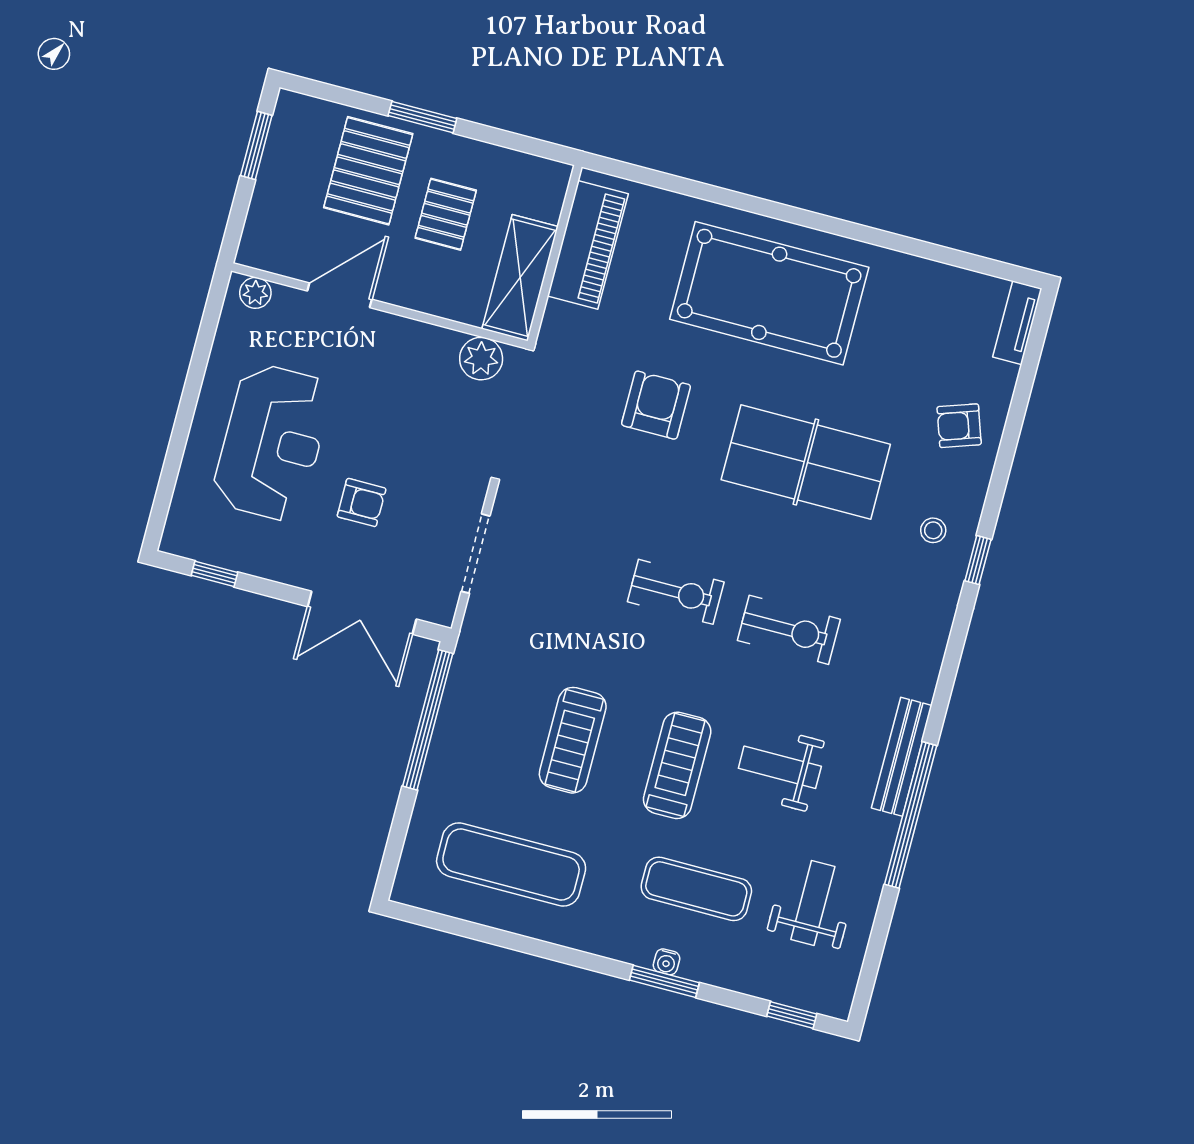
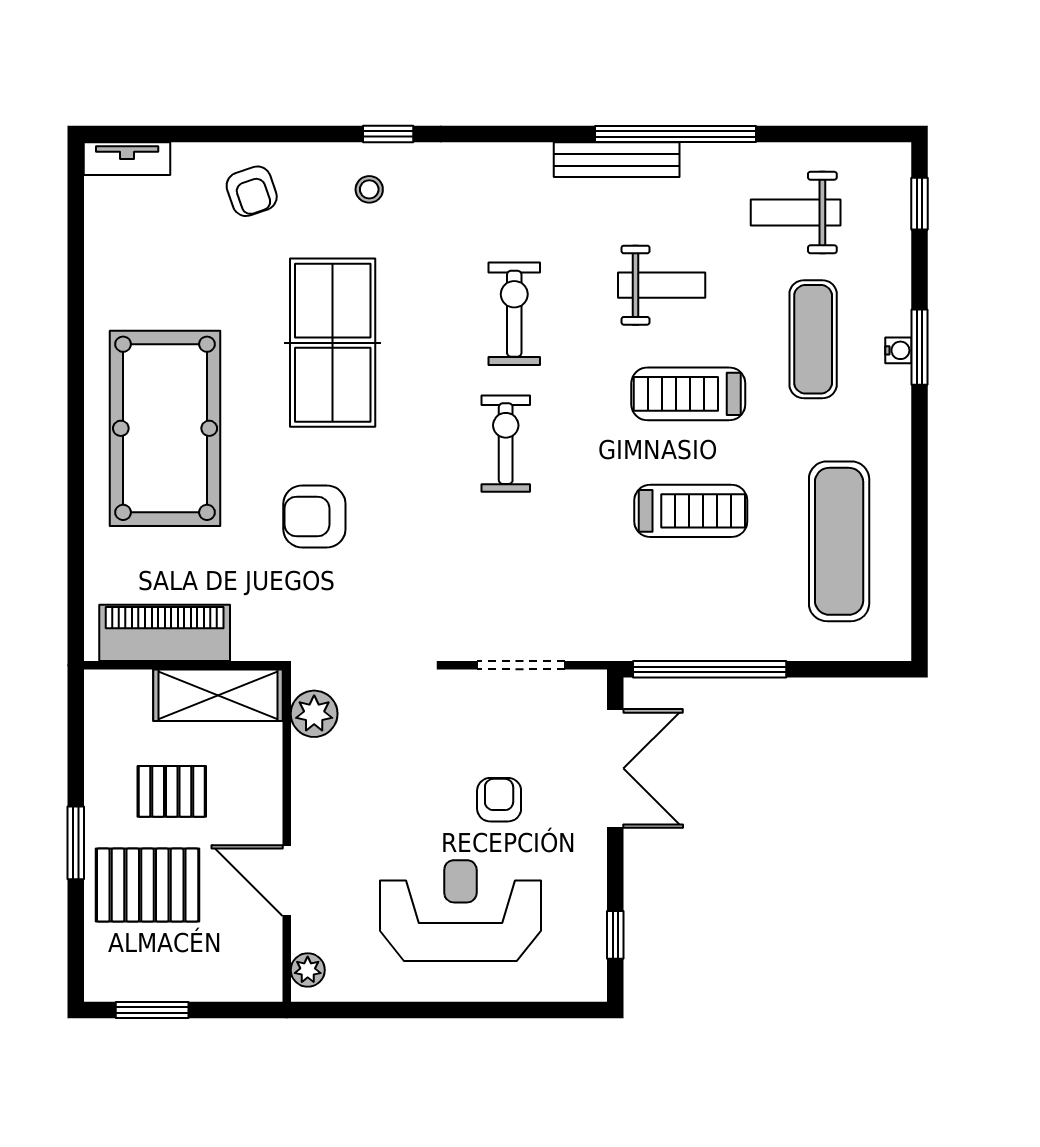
weight bench: (780, 767) -> (662, 285), turned -90

